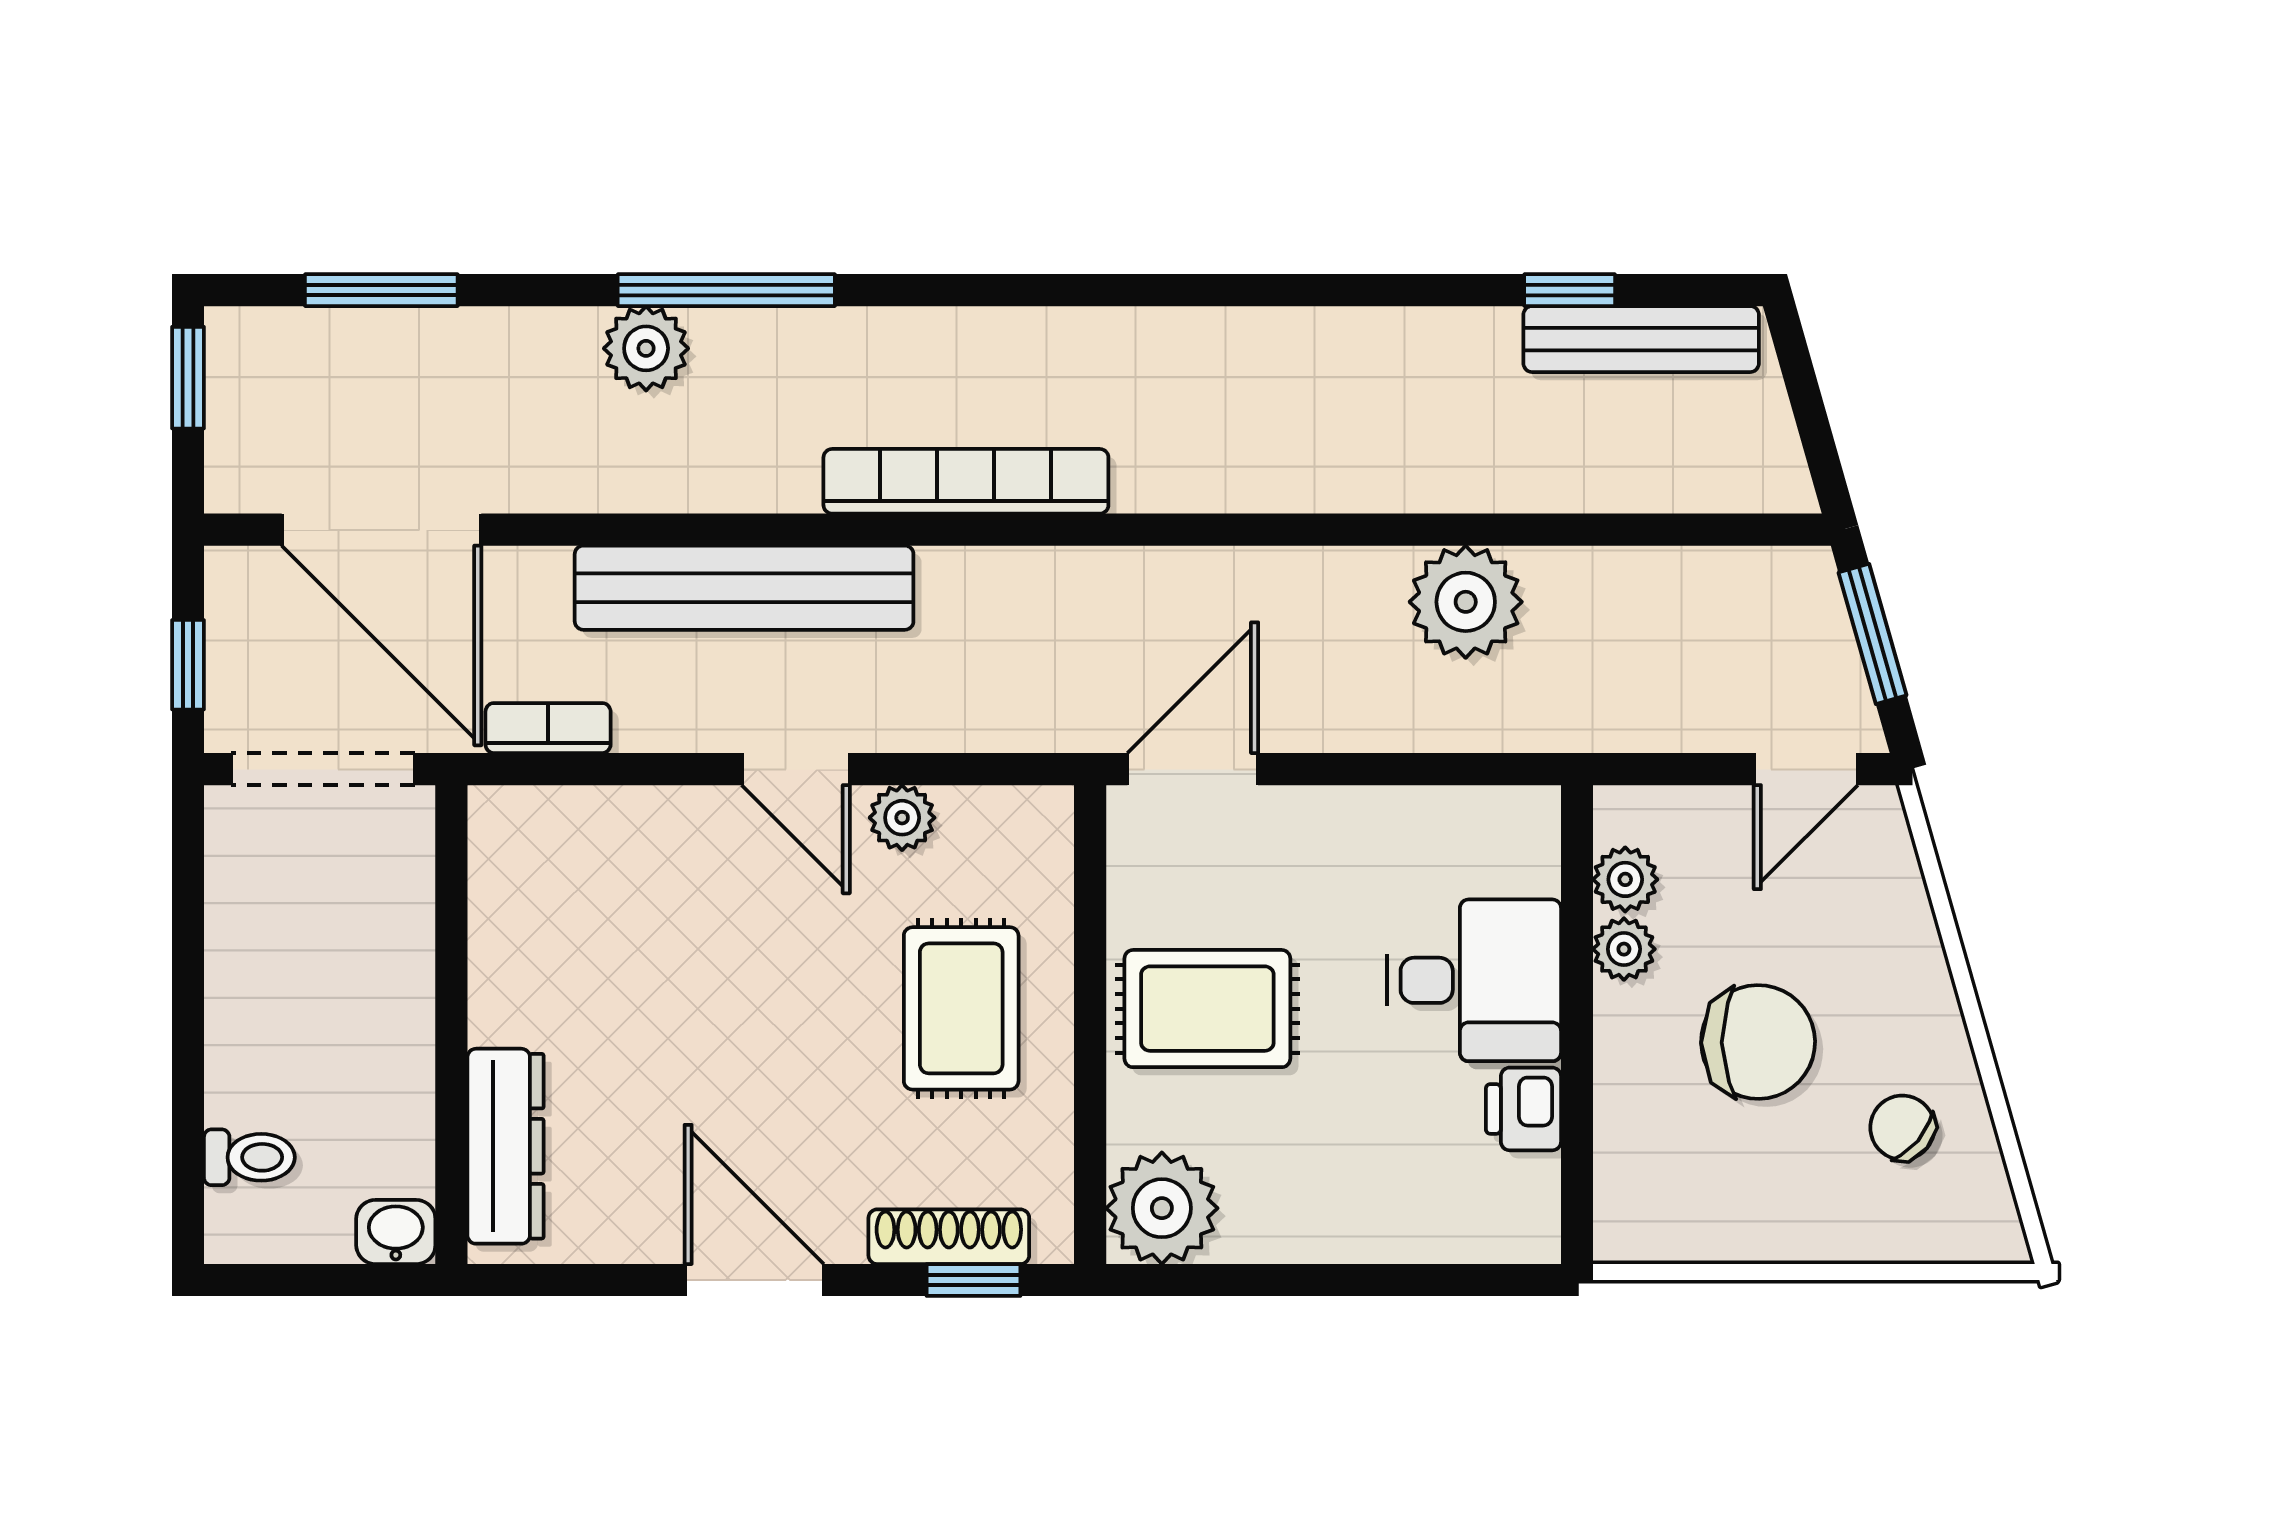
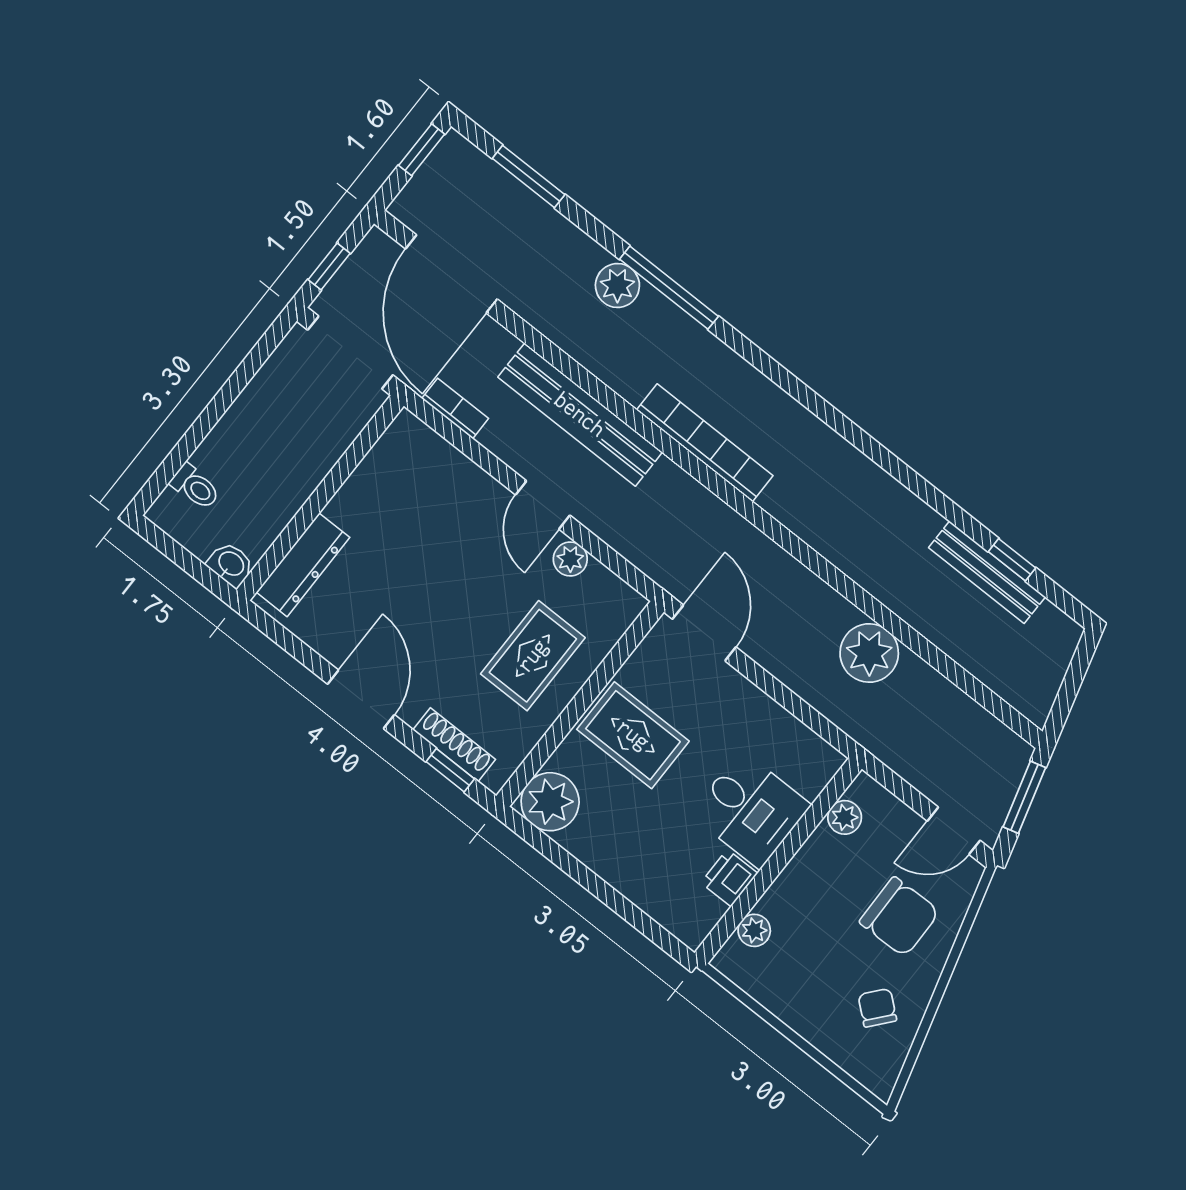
bench: (1641, 339) -> (987, 572), moved
door: (1193, 769) -> (704, 633), hinge flipped
plant: (1624, 949) -> (754, 930), moved
chair: (1758, 1042) -> (899, 917), moved

